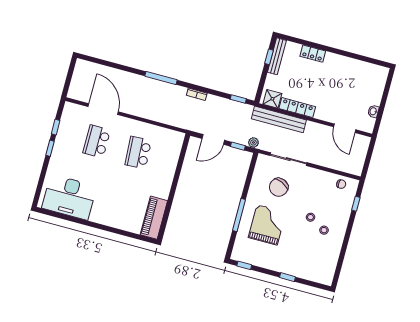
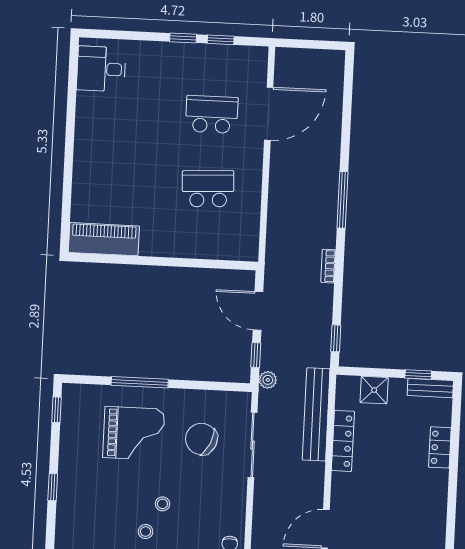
bench: (277, 56) -> (430, 388), width x0.73
shower: (272, 99) -> (374, 390), moved
desk: (69, 197) -> (101, 69), width x0.53, depth x0.77

